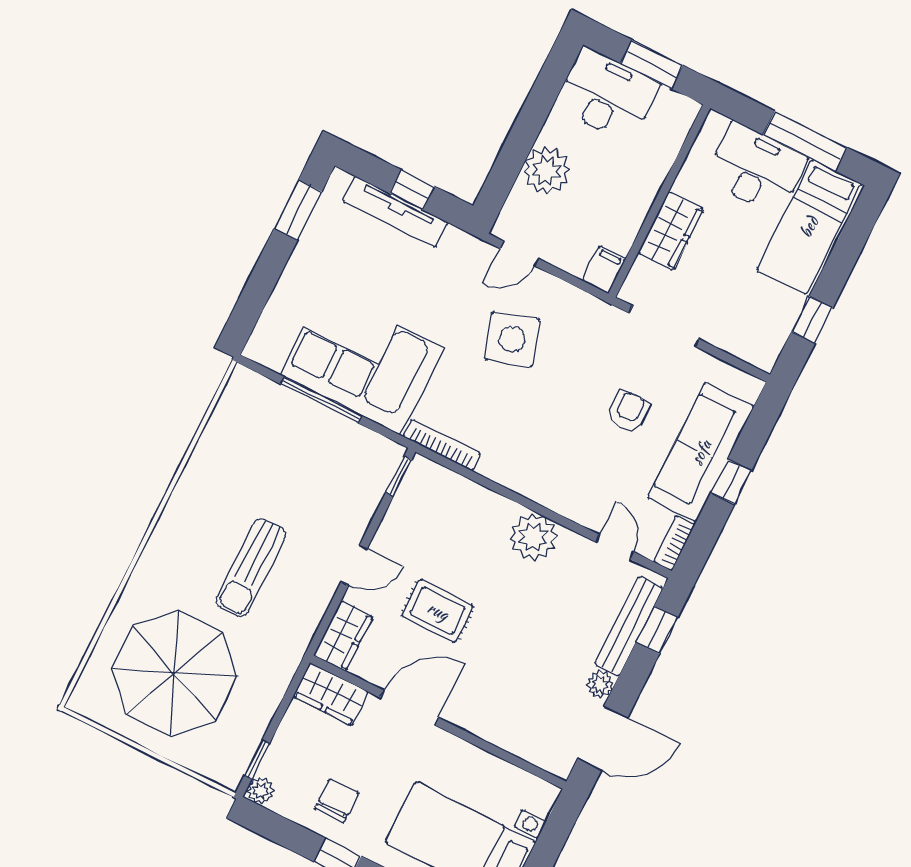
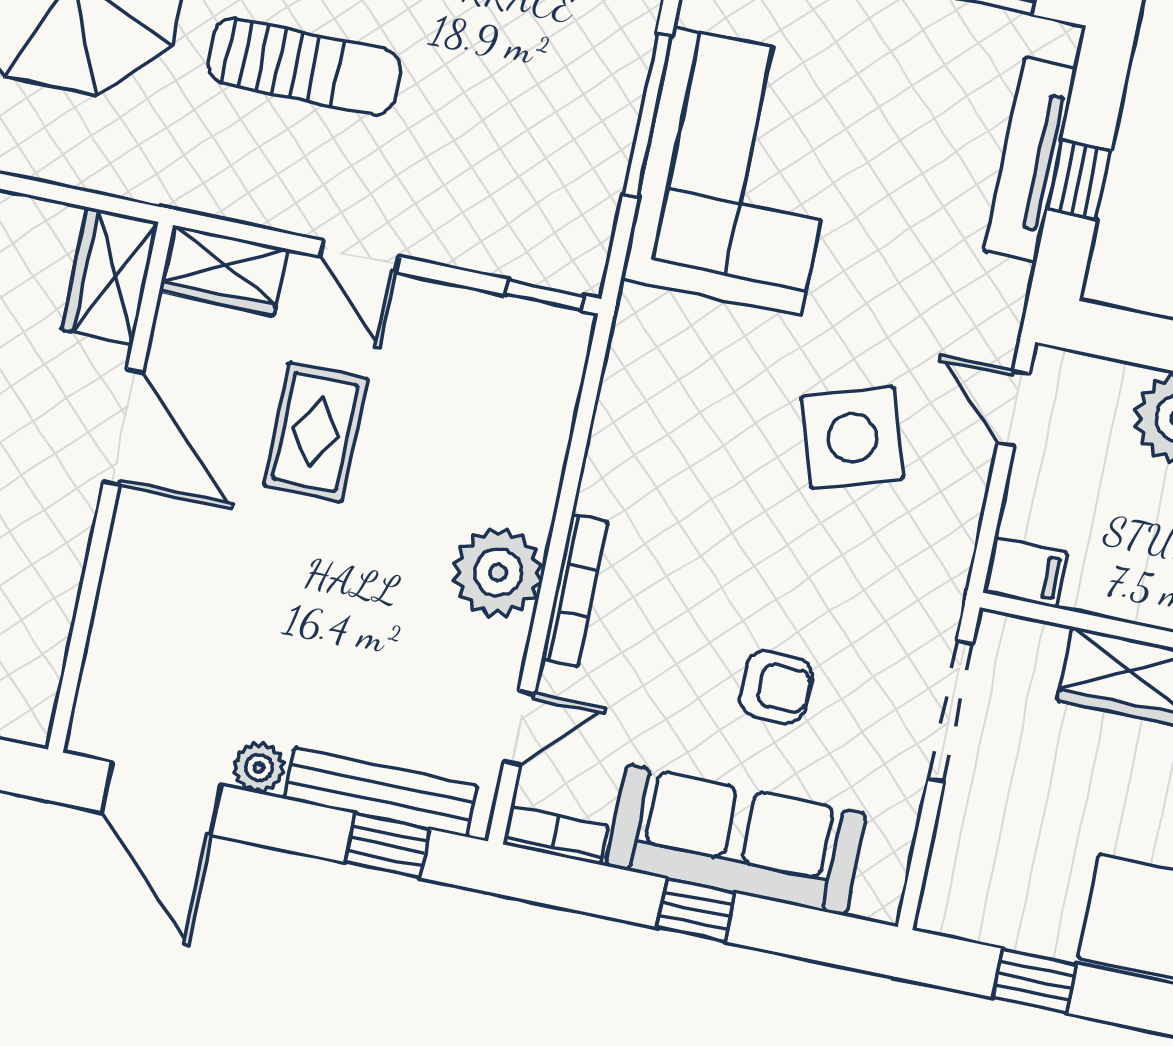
bookcase: (442, 445) -> (575, 591), moved
sun lounger: (251, 568) -> (304, 67), turned 180

